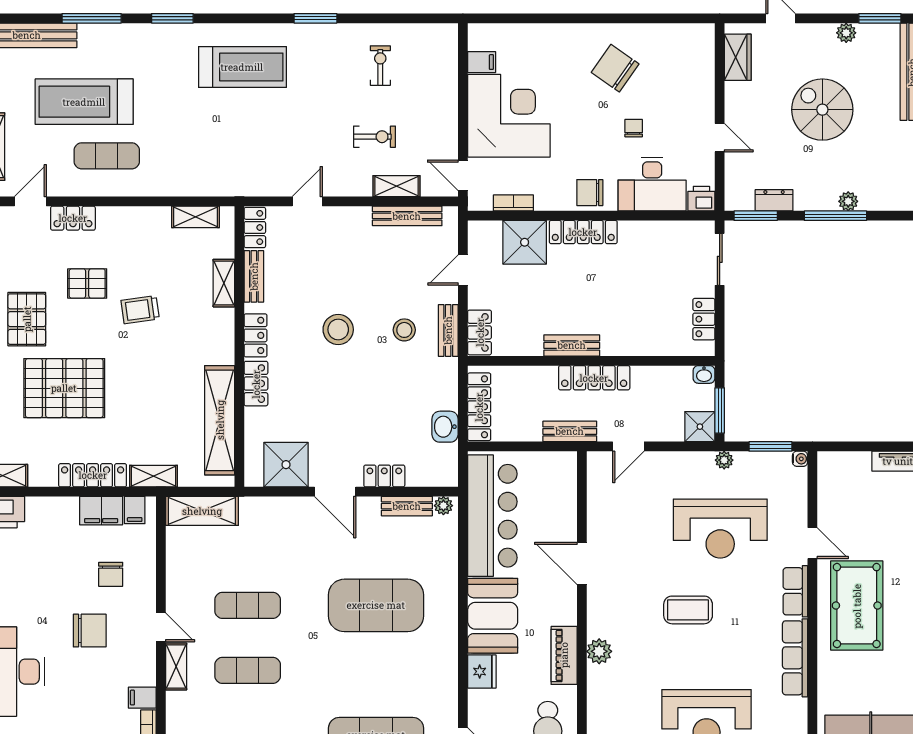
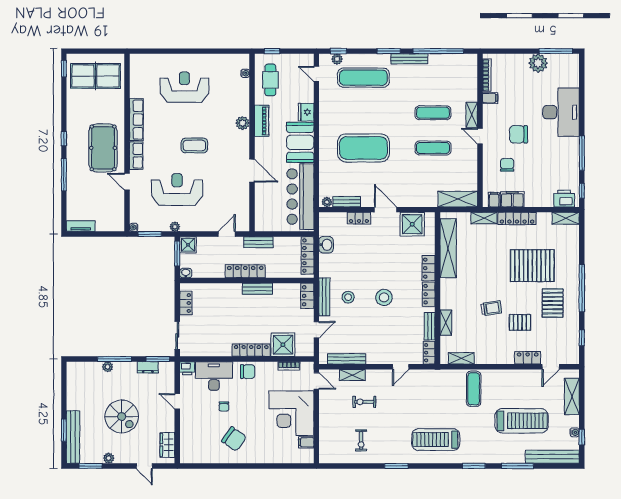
exercise mat: (107, 156) -> (474, 389), moved, turned 90
bench: (448, 330) -> (324, 297), width x1.36

